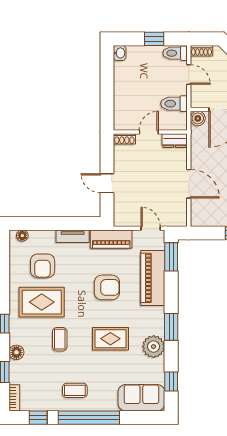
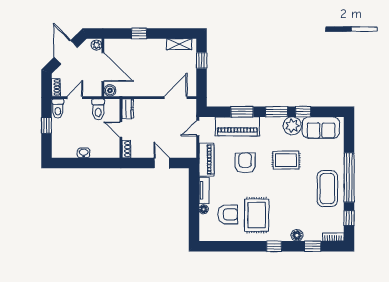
washbasin: (120, 53) -> (84, 153), moved
door: (107, 183) -> (162, 163), swing flipped
door: (189, 184) -> (176, 98), moved
floor lamp: (22, 236) -> (204, 209), moved
window: (171, 257) -> (242, 112), moved
coffee table: (60, 339) -> (286, 201), removed
rug: (110, 339) -> (286, 160), turned 90
window: (171, 381) -> (303, 112), moved
coffee table: (75, 390) -> (327, 189), width x1.86, depth x1.72
sofa: (141, 398) -> (321, 128), moved, turned -90

